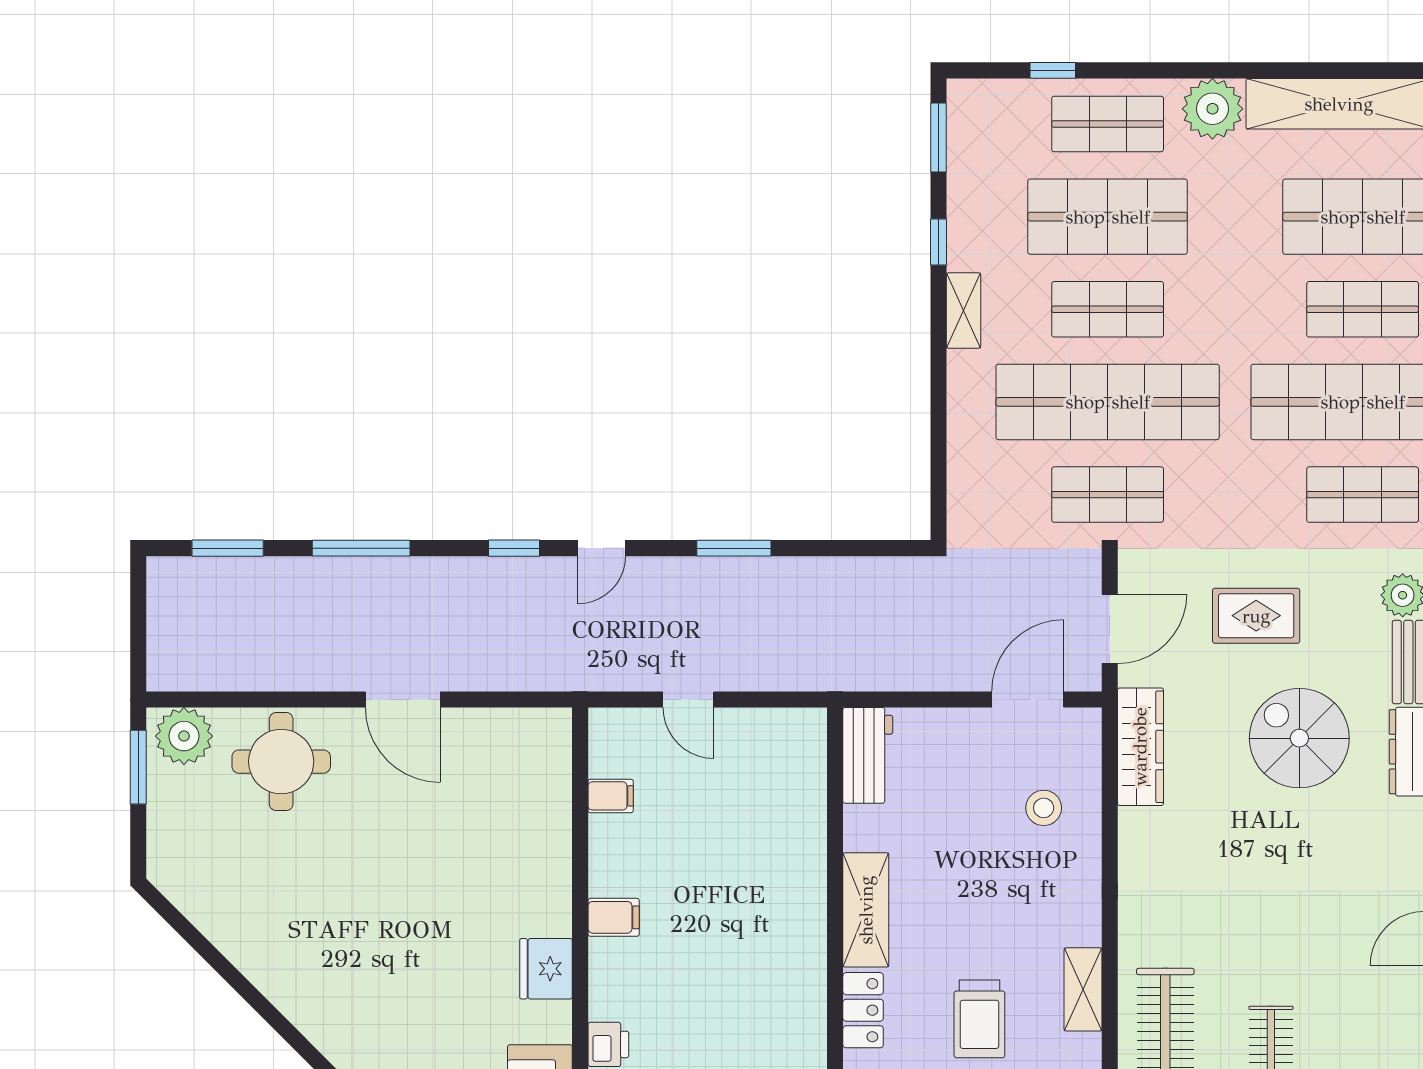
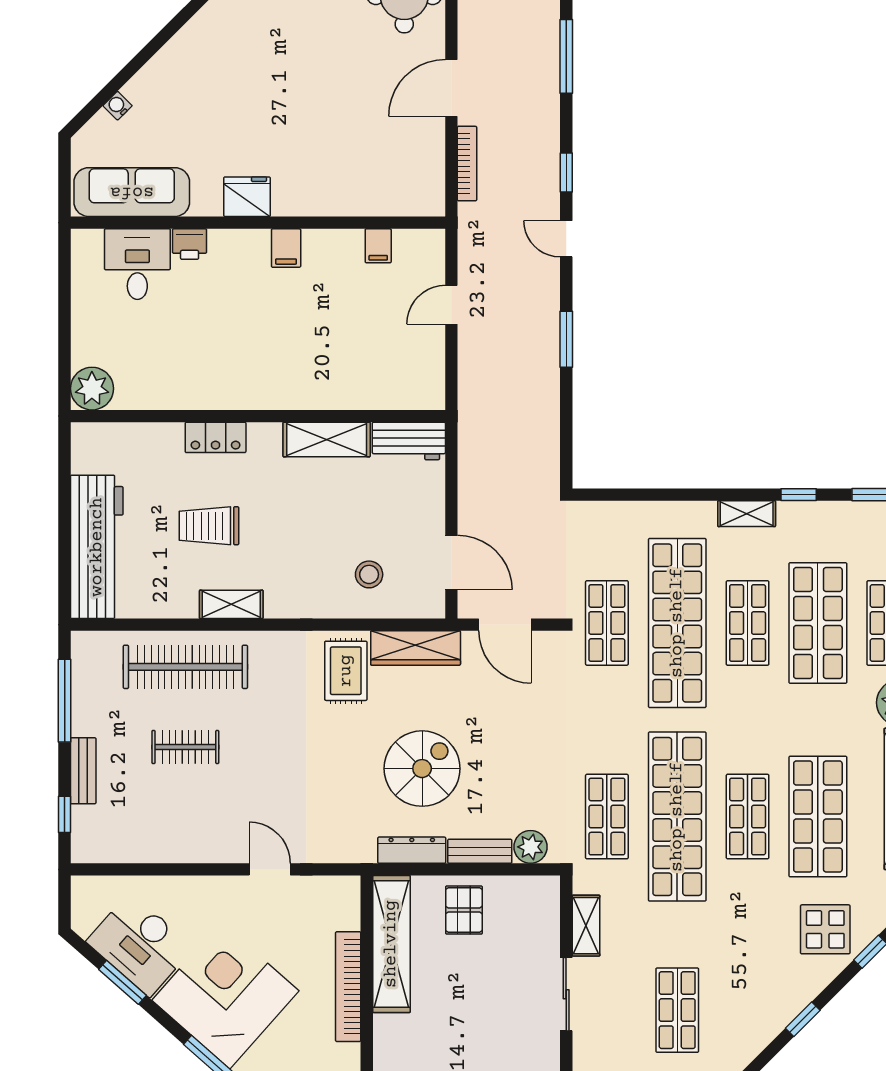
rug: (1256, 616) -> (346, 671), moved
bookcase: (502, 679) -> (467, 164), added
shelving: (866, 910) -> (327, 439), moved

